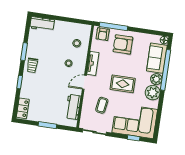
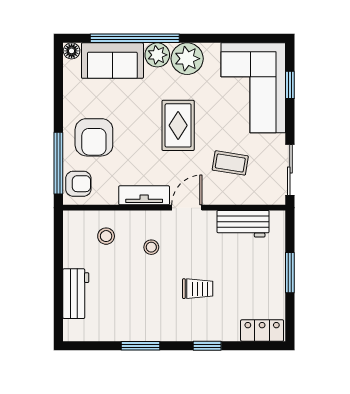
workbench: (42, 24) -> (76, 294), moved
trolley: (32, 65) -> (198, 289), moved
door: (84, 82) -> (187, 208), swing flipped

